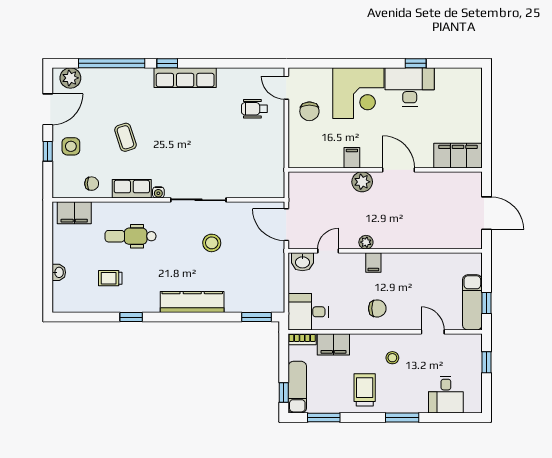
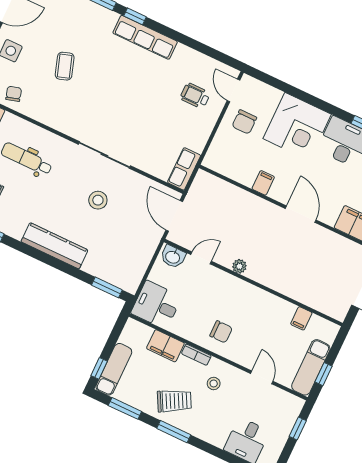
plant: (362, 182) -> (262, 209), removed
chair: (92, 184) -> (14, 94), turned -106
row of seats: (132, 189) -> (184, 169), moved, turned -90
water cooler: (158, 192) -> (71, 131), removed
filing cabinet: (373, 263) -> (301, 318), moved
bookcase: (302, 339) -> (196, 355), moved
trolley: (365, 390) -> (174, 401), turned 62
window: (402, 417) -> (174, 432), moved

